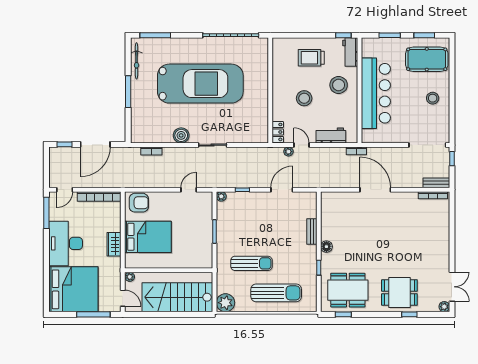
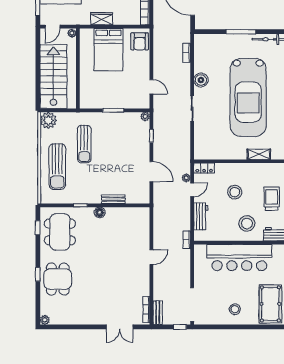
shelving: (263, 72) -> (259, 154), added
door: (375, 190) -> (151, 257), width x0.53
double door: (452, 287) -> (120, 327), moved
window: (409, 314) -> (38, 274), moved

